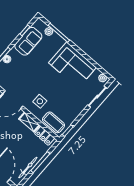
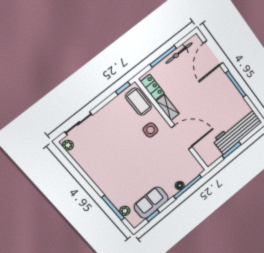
corner sofa: (72, 65) -> (103, 167), removed

